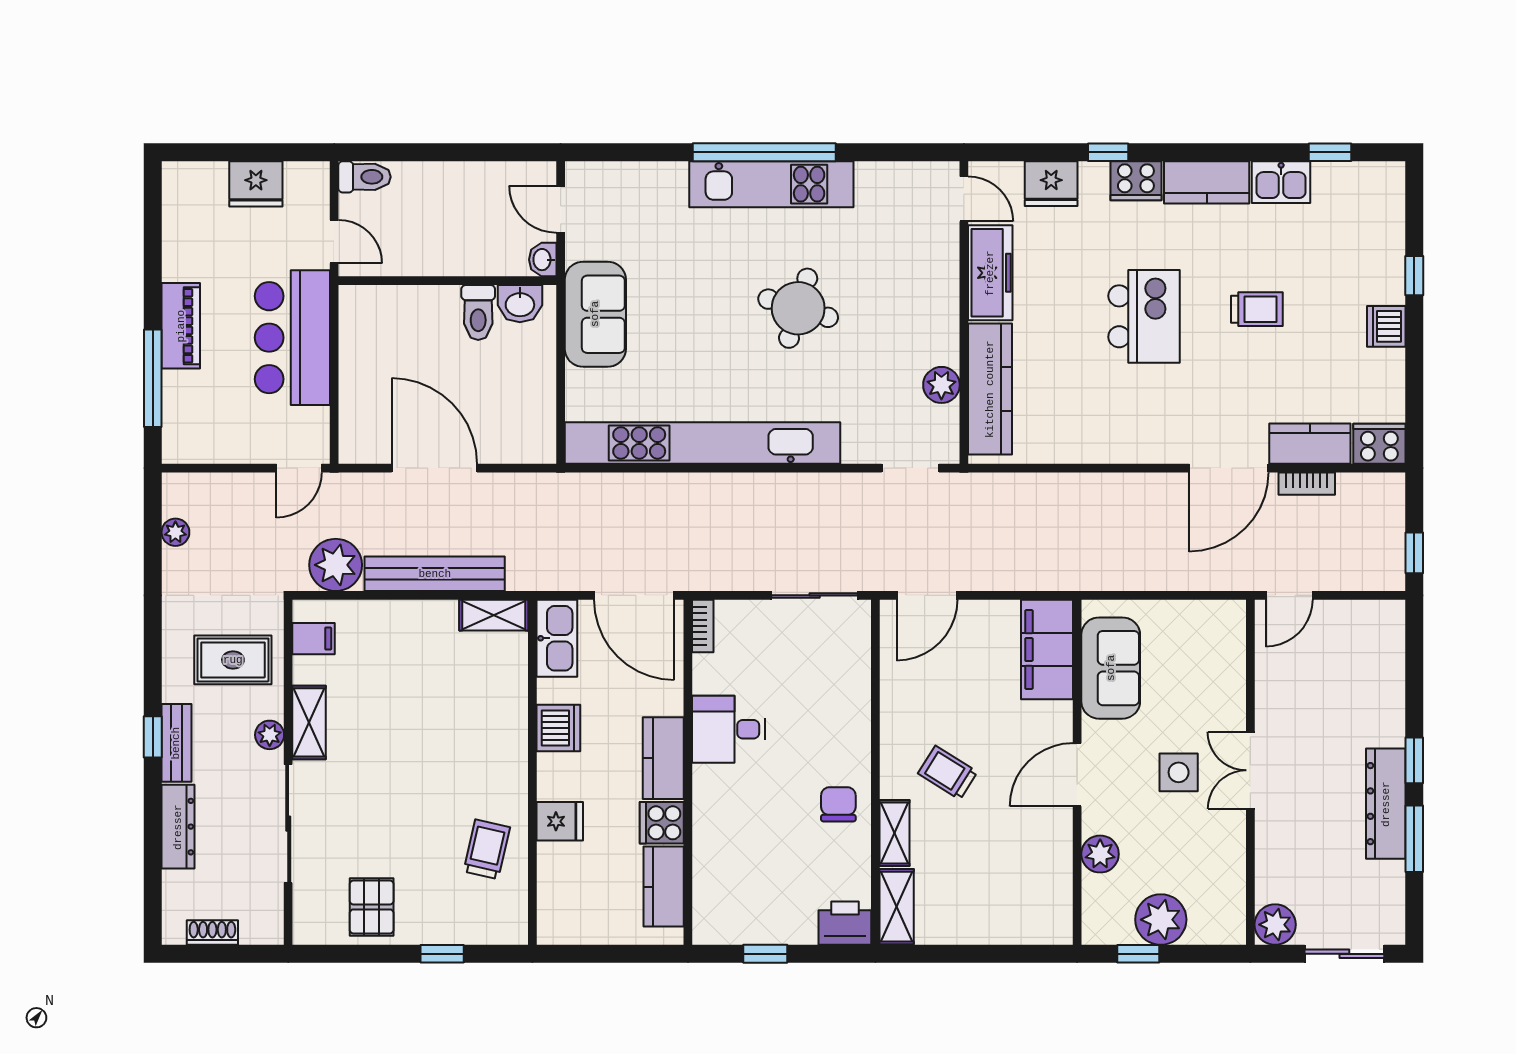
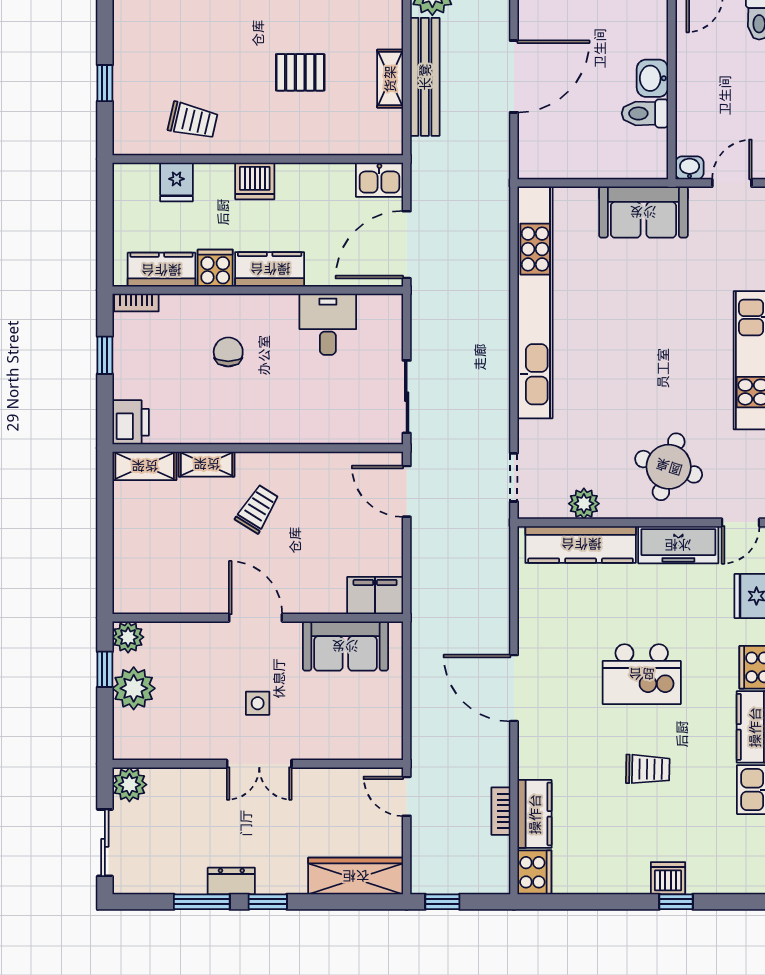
washbasin: (520, 304) -> (652, 78), moved
round table: (798, 308) -> (669, 467), moved
trolley: (1257, 309) -> (648, 769), turned -89
dishwasher: (1386, 326) -> (668, 878), moved
door: (1229, 468) -> (514, 688), moved
shelving: (494, 615) -> (390, 79), moved
bookcase: (703, 626) -> (136, 303), moved
kitchen sink: (557, 638) -> (379, 180), width x0.73
filing cabinet: (1047, 650) -> (375, 596), width x0.67, depth x0.86
wardrobe: (1384, 656) -> (356, 876), added
dishwasher: (558, 728) -> (255, 181), moved
desk: (729, 729) -> (328, 324), moved
double door: (1250, 770) -> (259, 764), swing flipped
side table: (1179, 772) -> (258, 703), width x0.73, depth x0.73
chair: (838, 804) -> (228, 352), moved, turned -90
dresser: (1386, 804) -> (231, 881), width x0.51, depth x0.80
fridge: (560, 821) -> (177, 182), moved
plant: (1100, 854) -> (128, 637), moved
pallet: (372, 907) -> (300, 72), moved

